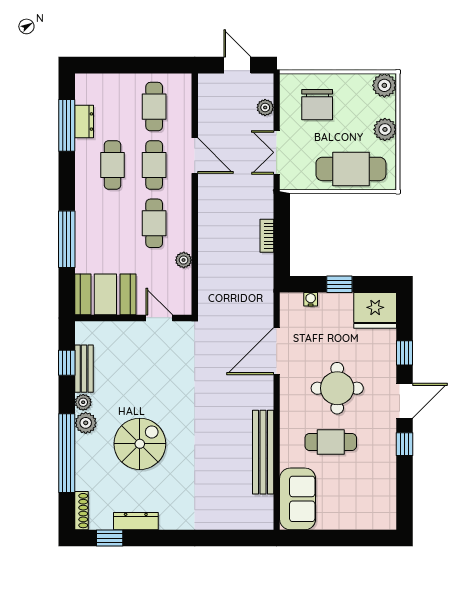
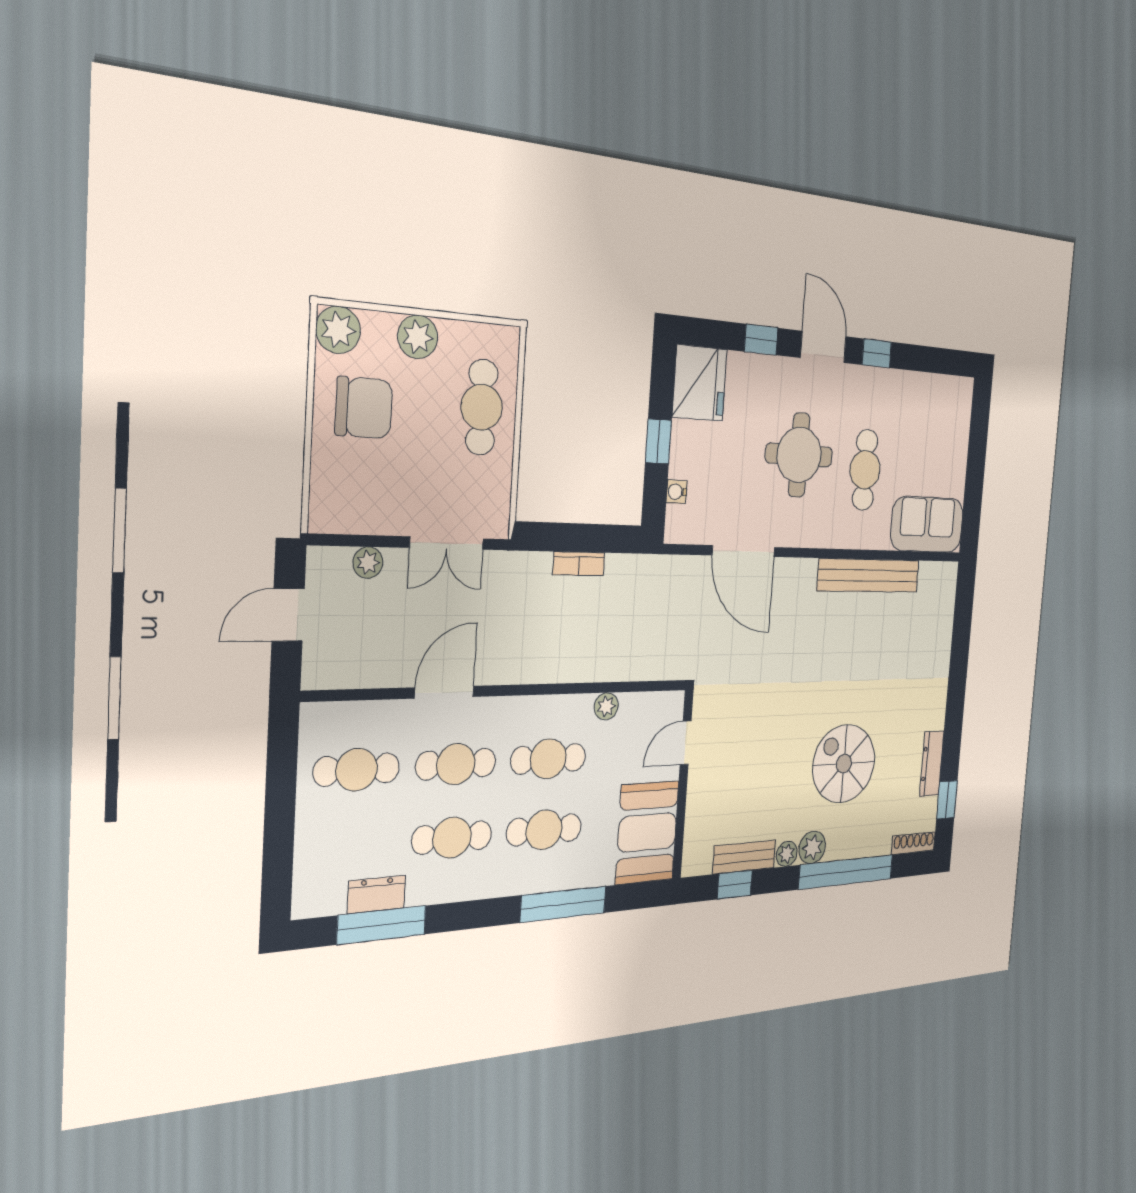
chair: (317, 105) -> (364, 408), moved
cafe table: (351, 169) -> (482, 407), width x0.73, depth x0.74
cafe table: (112, 223) -> (544, 830), added

